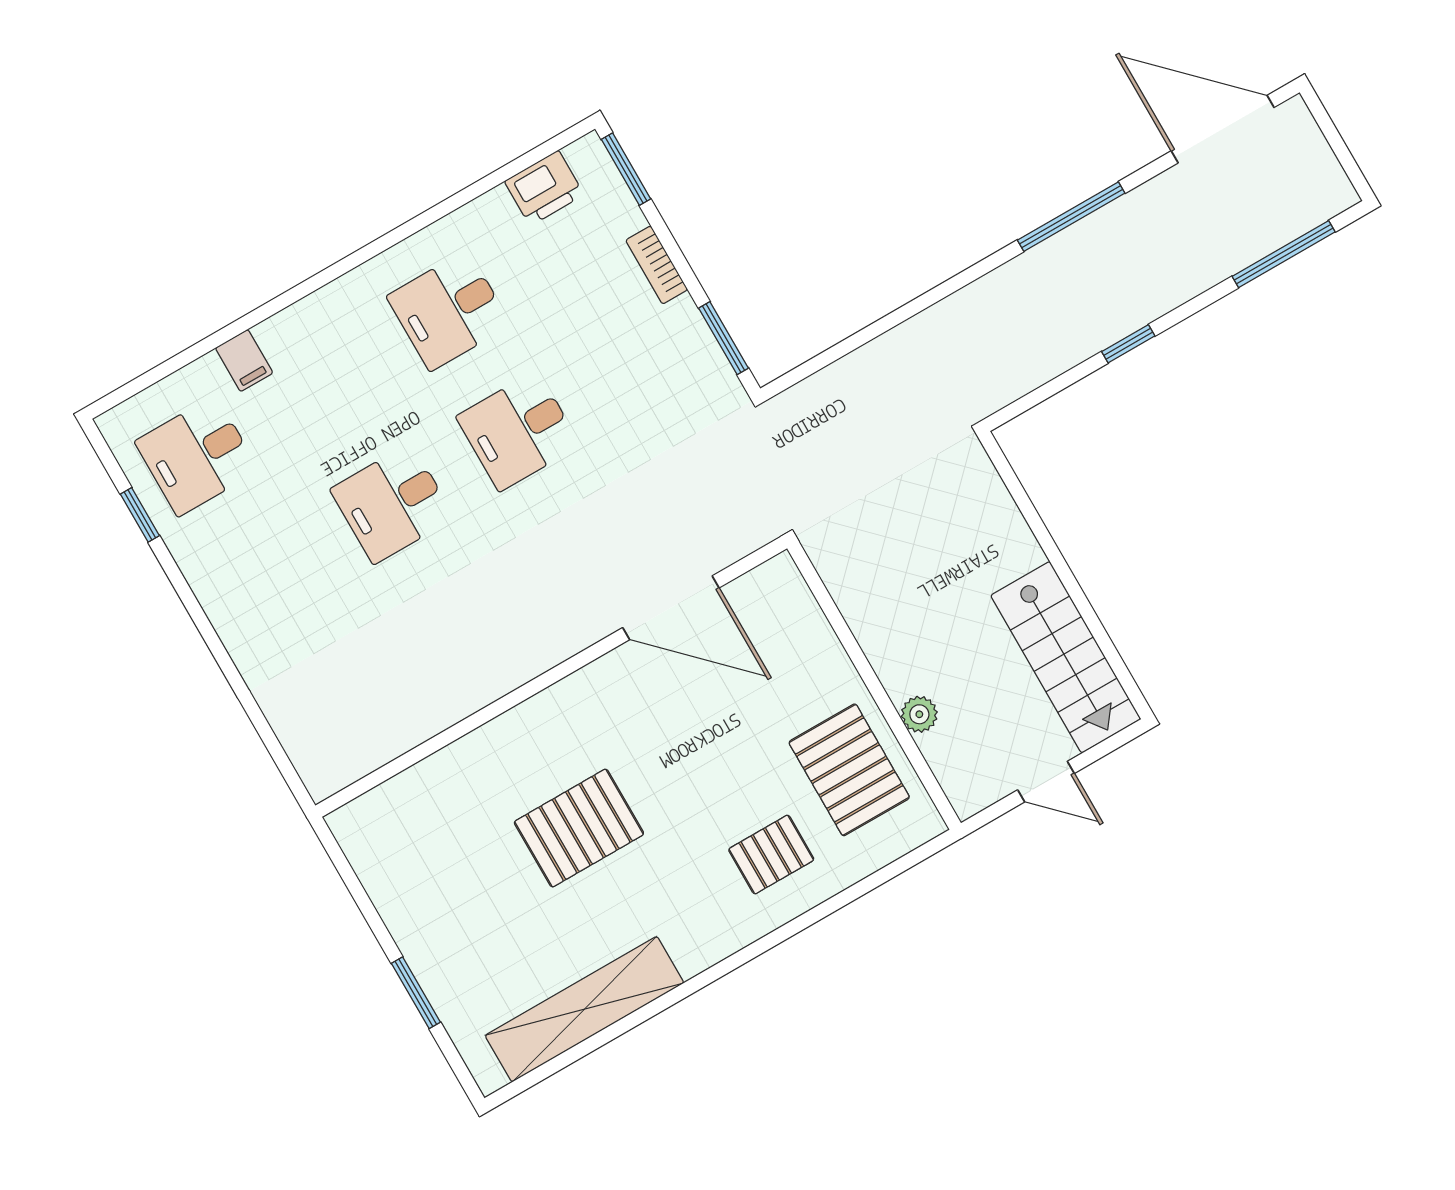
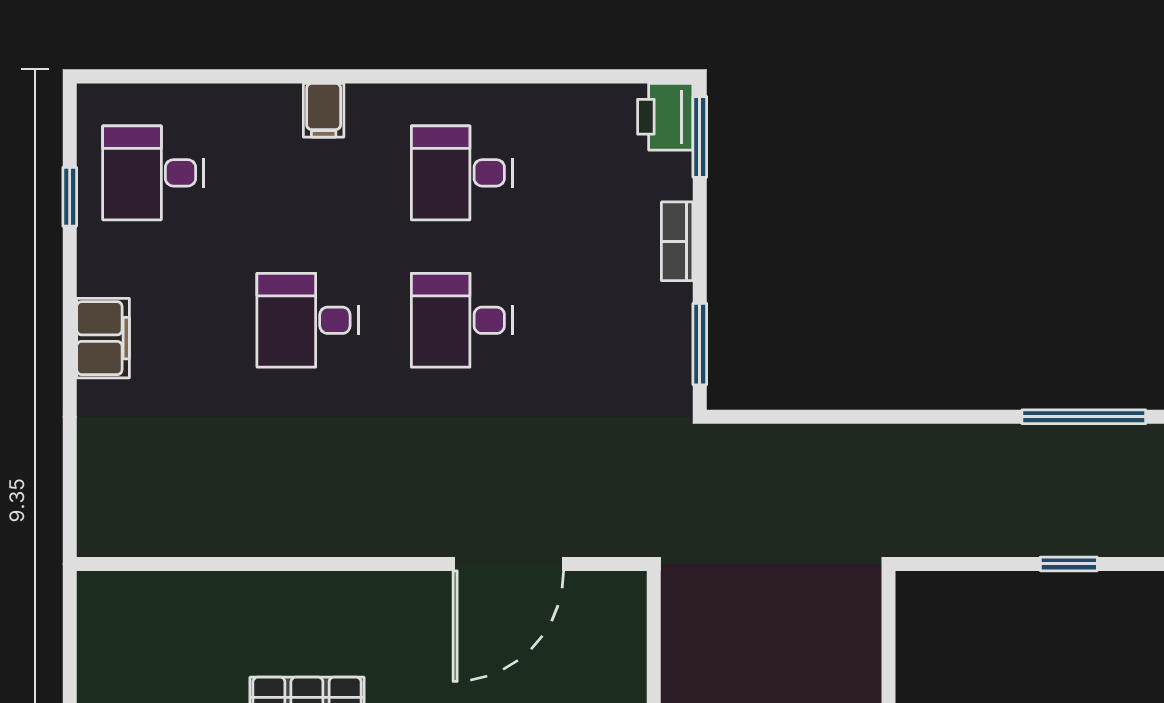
printer: (544, 188) -> (665, 117), moved, turned 90
filing cabinet: (244, 361) -> (324, 110), moved
door: (671, 608) -> (508, 564), hinge flipped
filing cabinet: (234, 614) -> (103, 338), added

